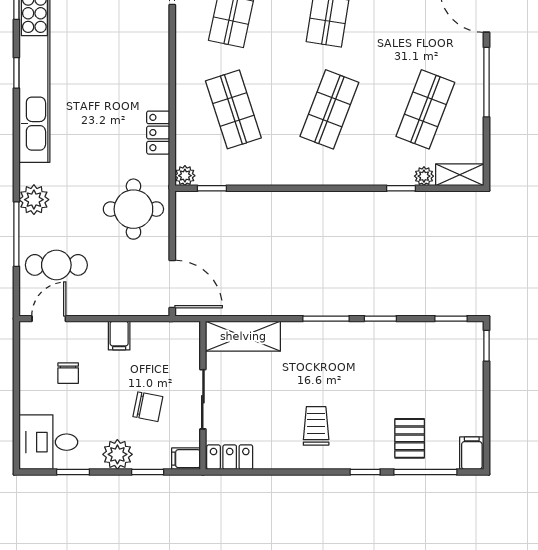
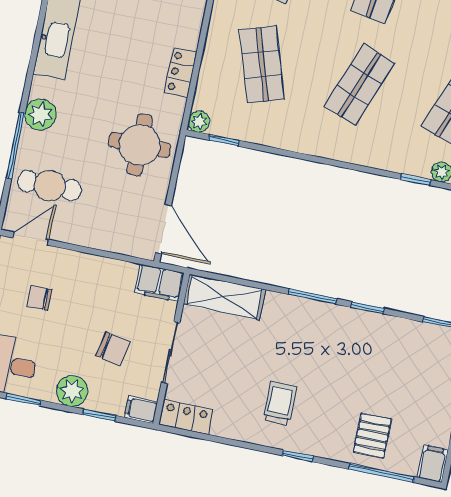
filing cabinet: (119, 336) -> (159, 283), moved, width x2.00
chair: (68, 373) -> (39, 298), turned 90
window: (365, 472) -> (298, 456), moved

